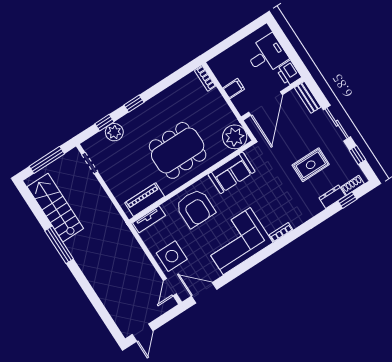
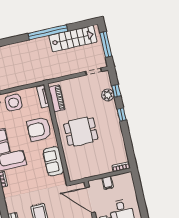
plant: (235, 137) -> (76, 172), removed
dining table: (178, 150) -> (81, 132), width x0.73
window: (59, 245) -> (48, 32), width x1.46

